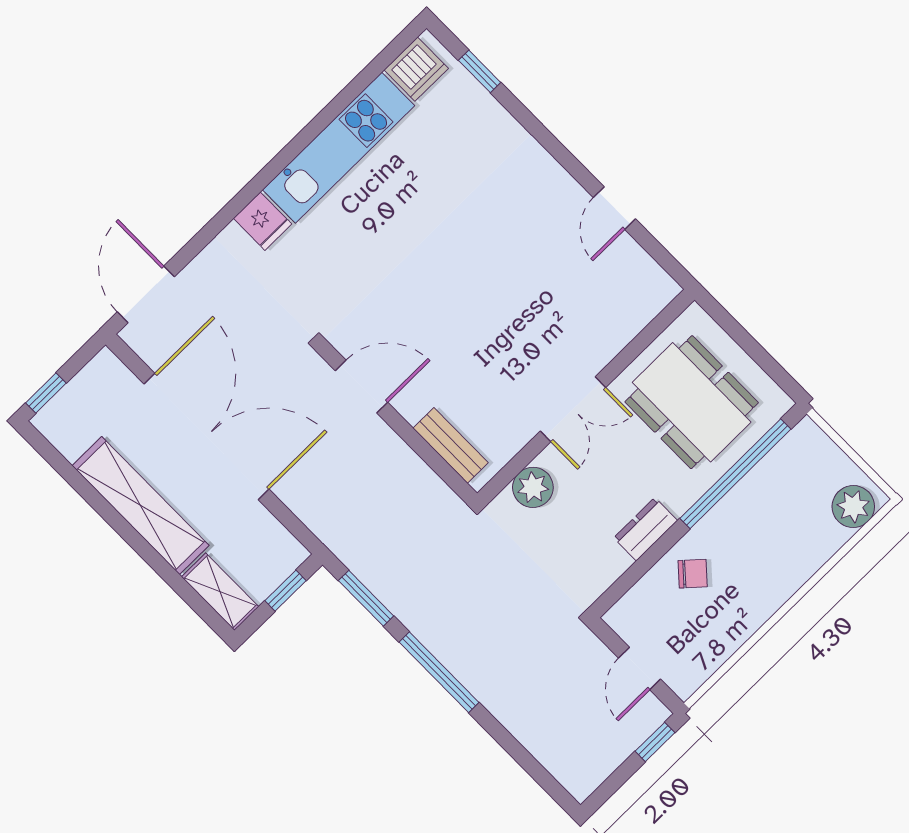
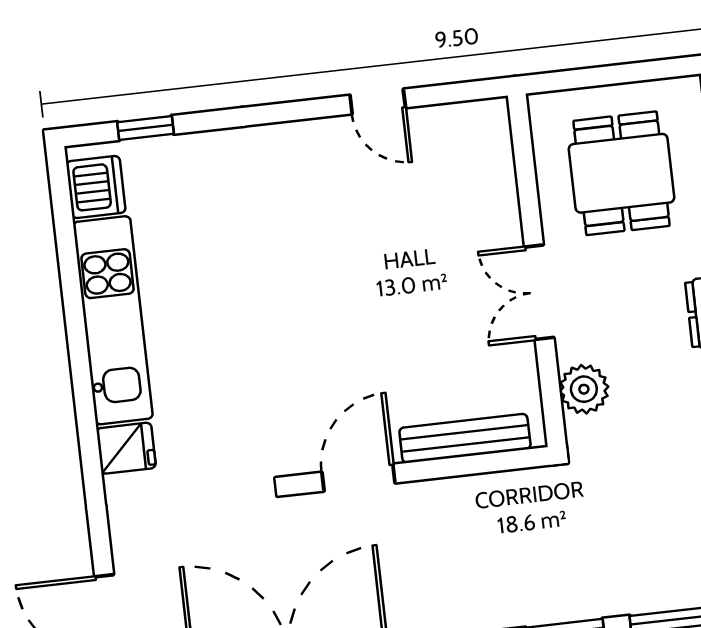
dining table: (692, 402) -> (622, 173), width x0.73
double door: (573, 409) -> (539, 292), swing flipped
bench: (451, 445) -> (465, 438), width x1.36

